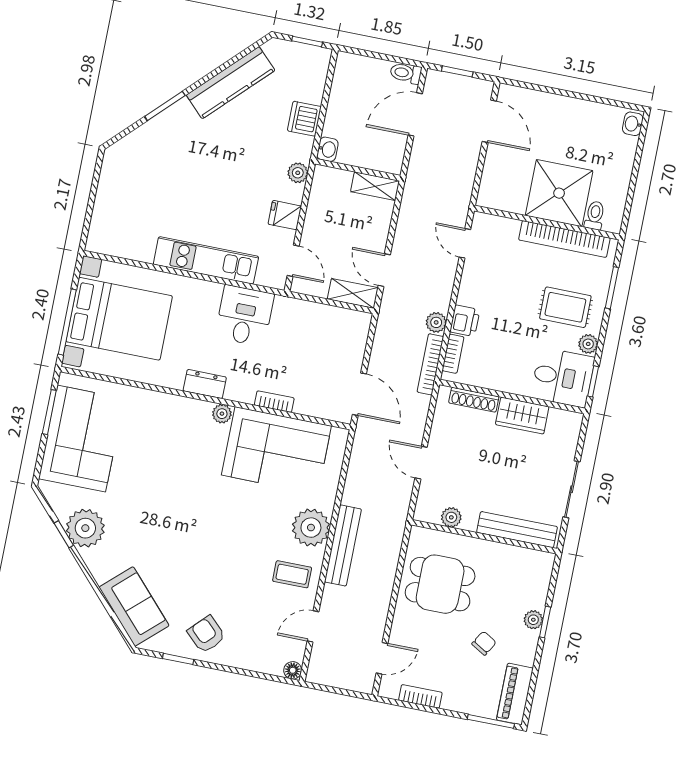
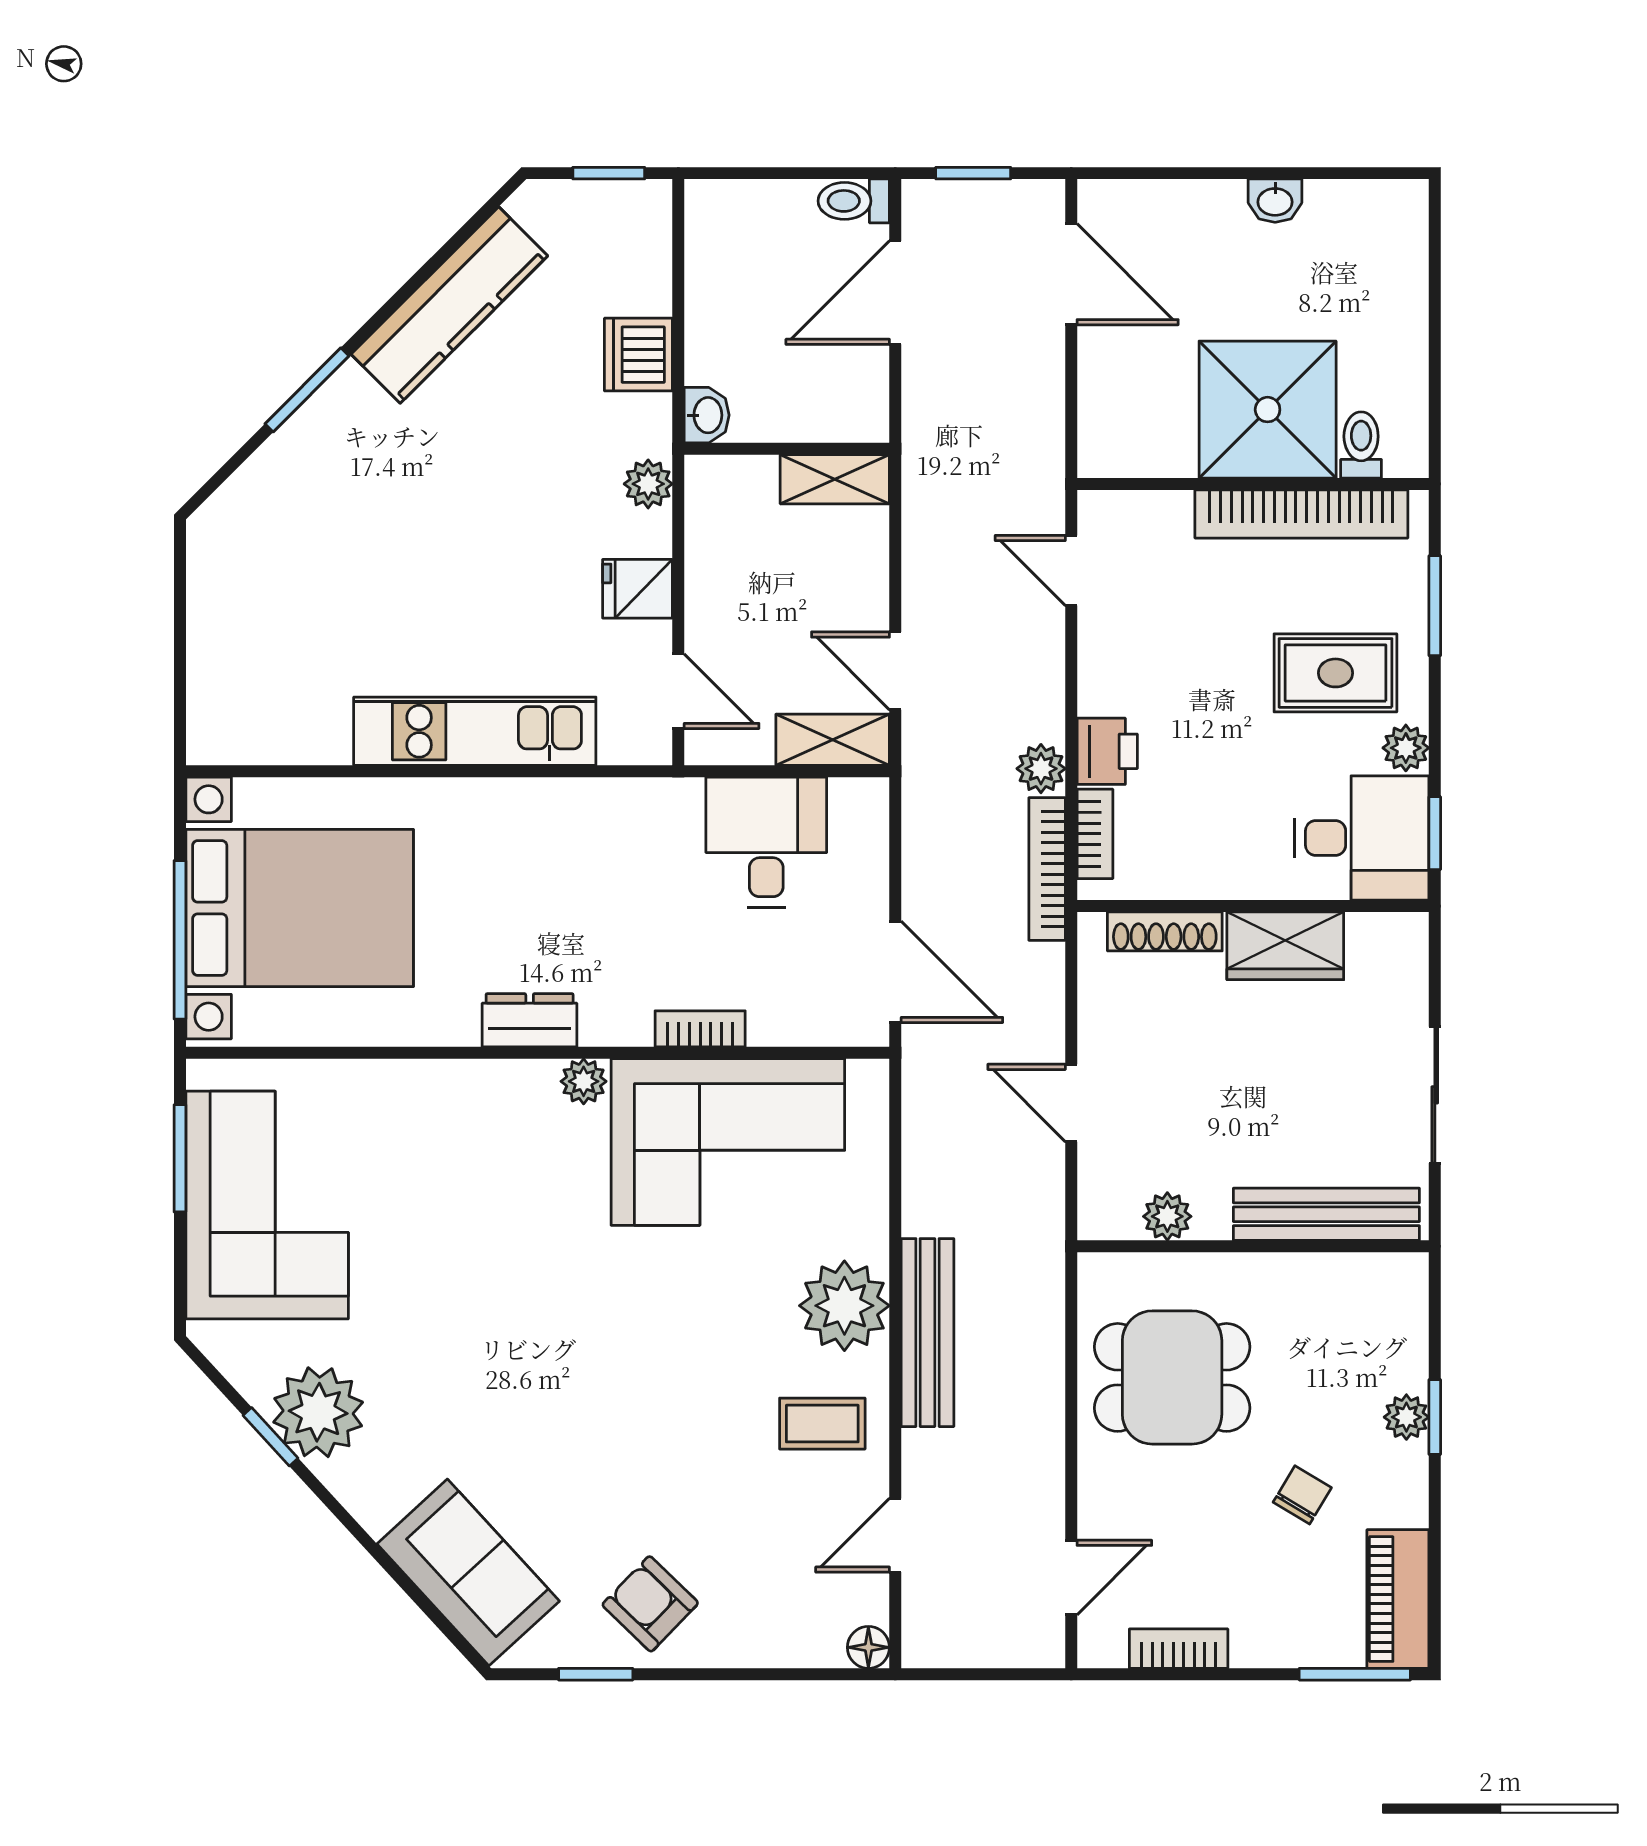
washbasin: (633, 124) -> (1275, 201), moved, turned -90
desk: (245, 316) -> (766, 842), moved

